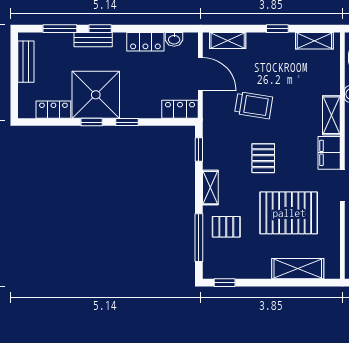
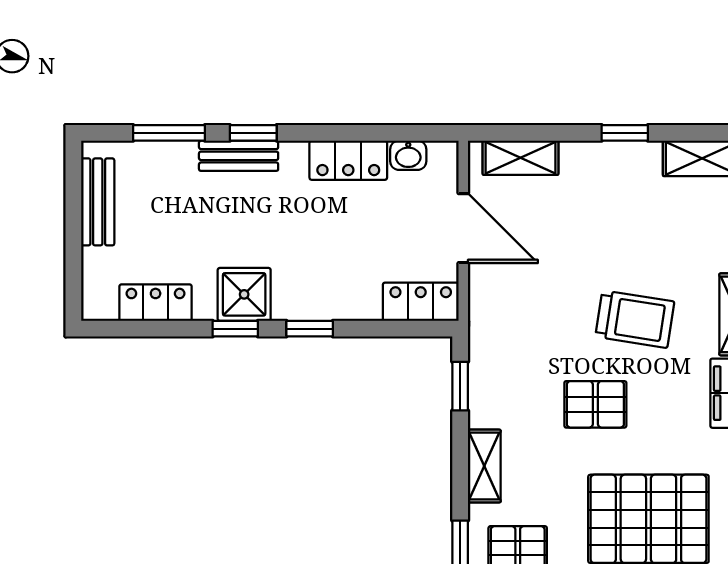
shower: (96, 95) -> (244, 294), width x0.54, depth x0.54
trolley: (254, 105) -> (635, 319), moved
pallet: (263, 158) -> (595, 404), turned 90

